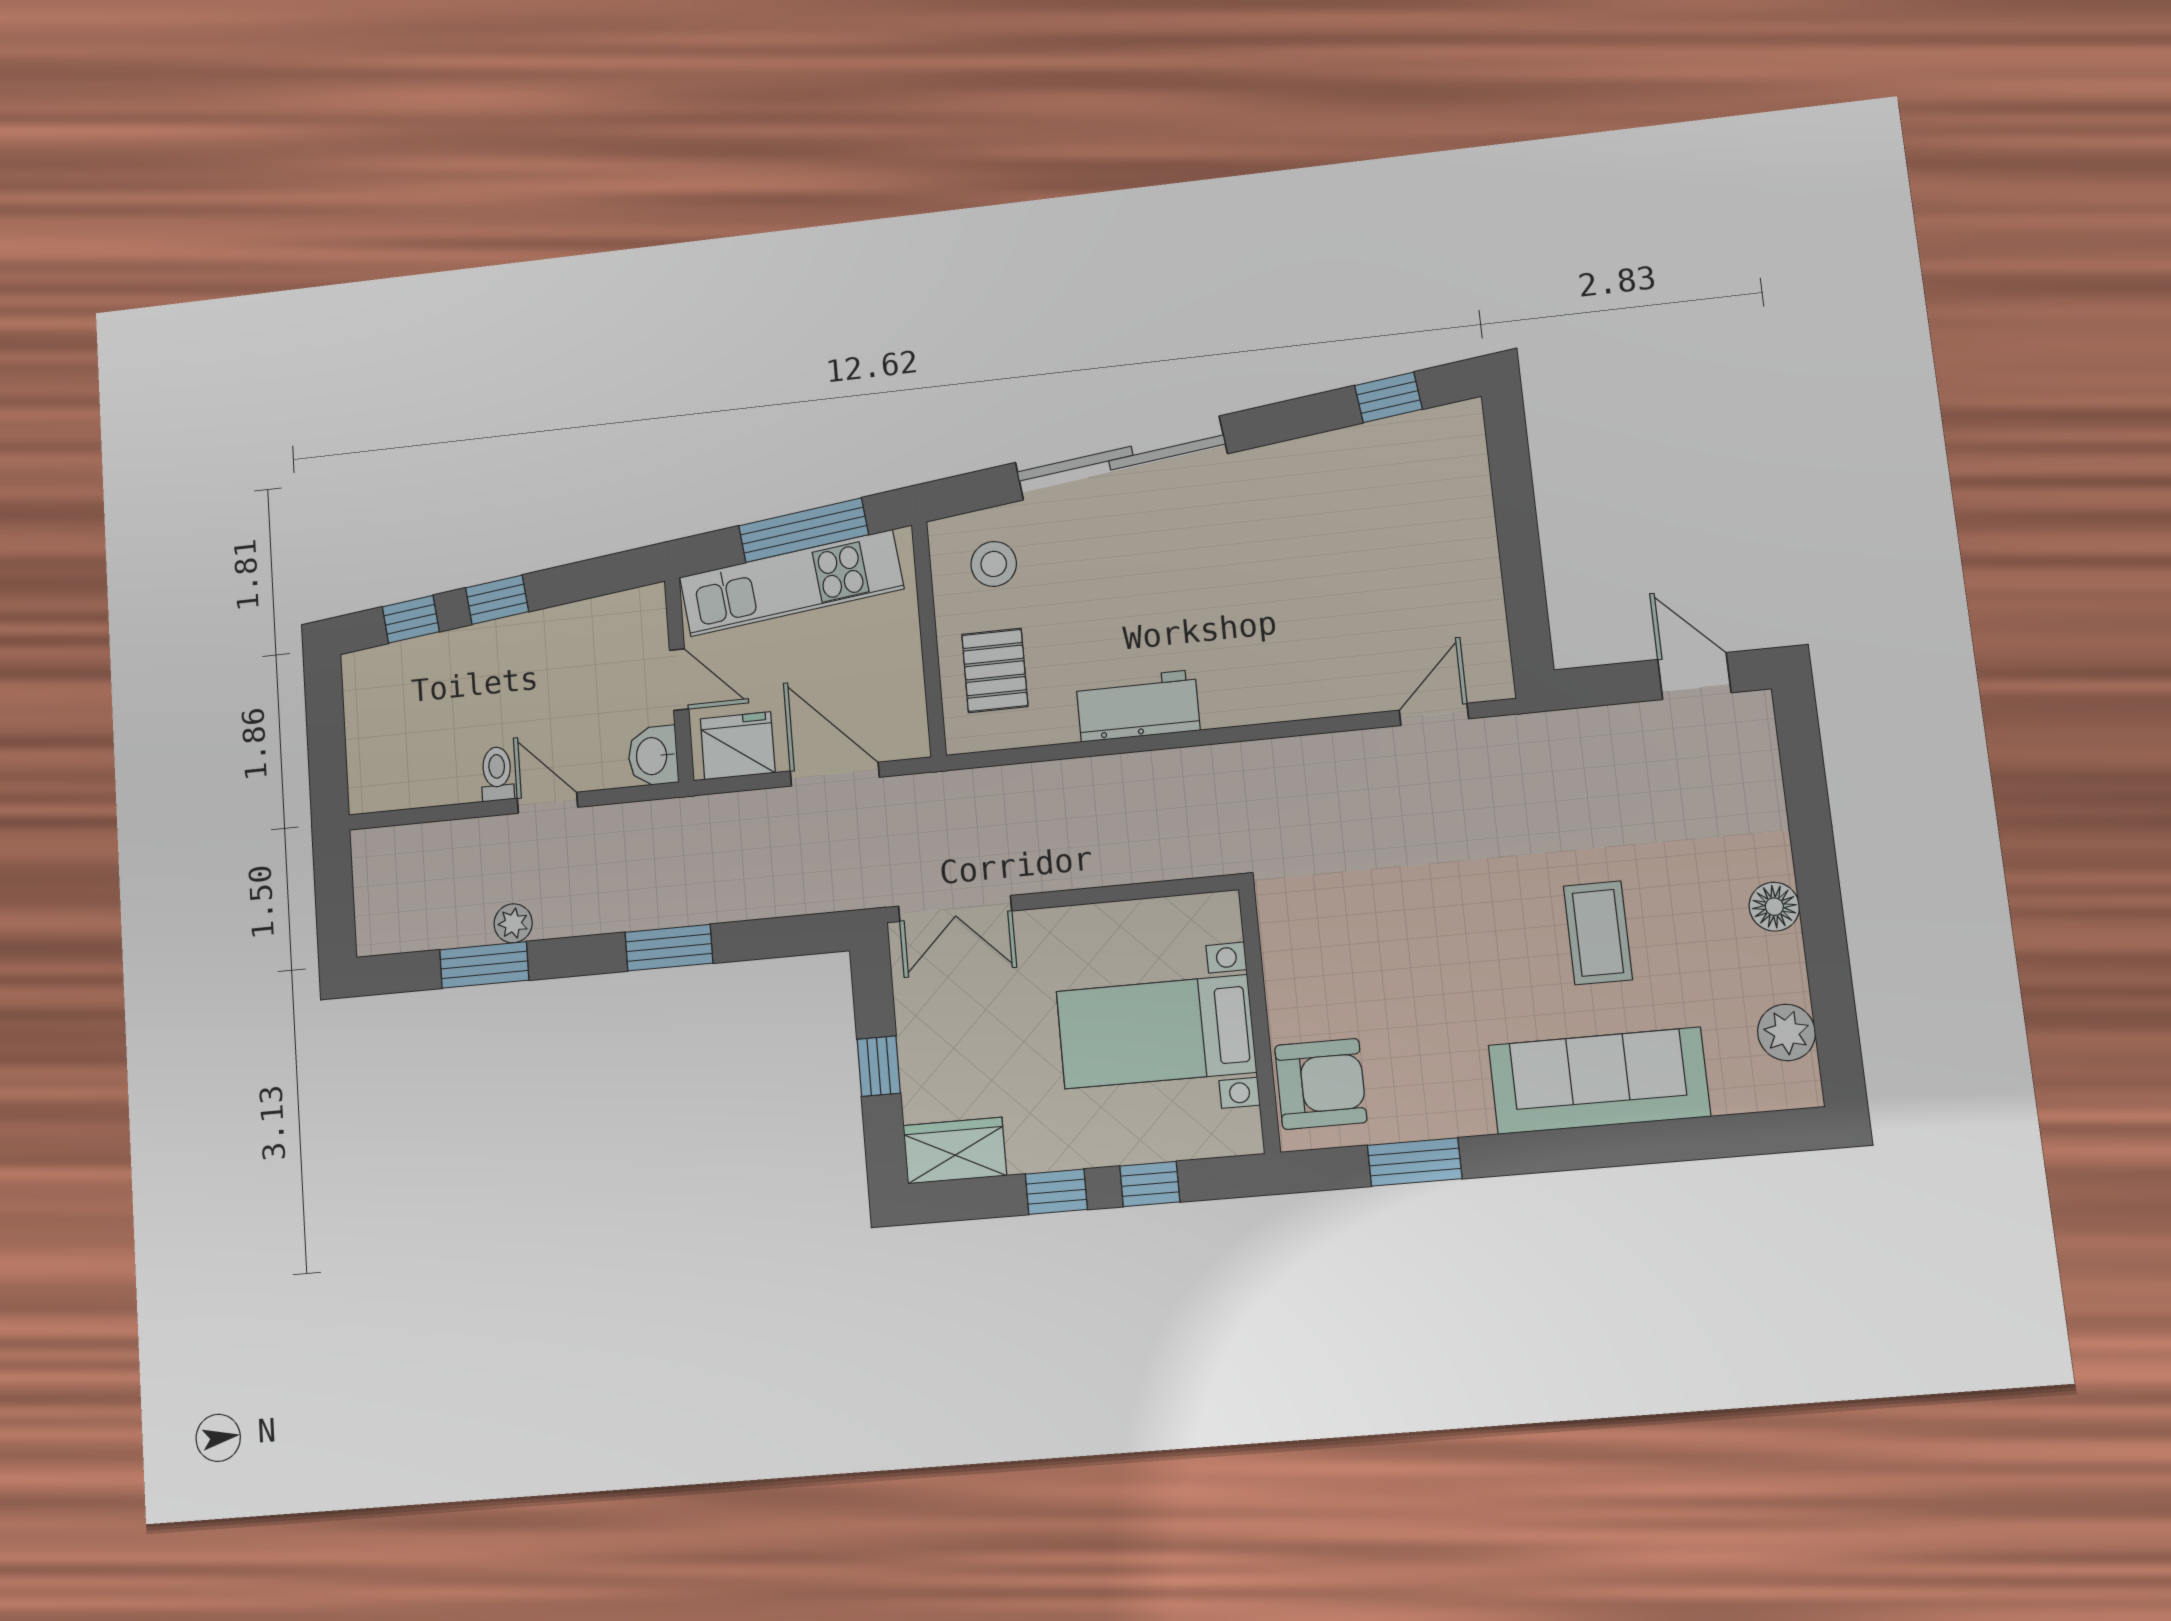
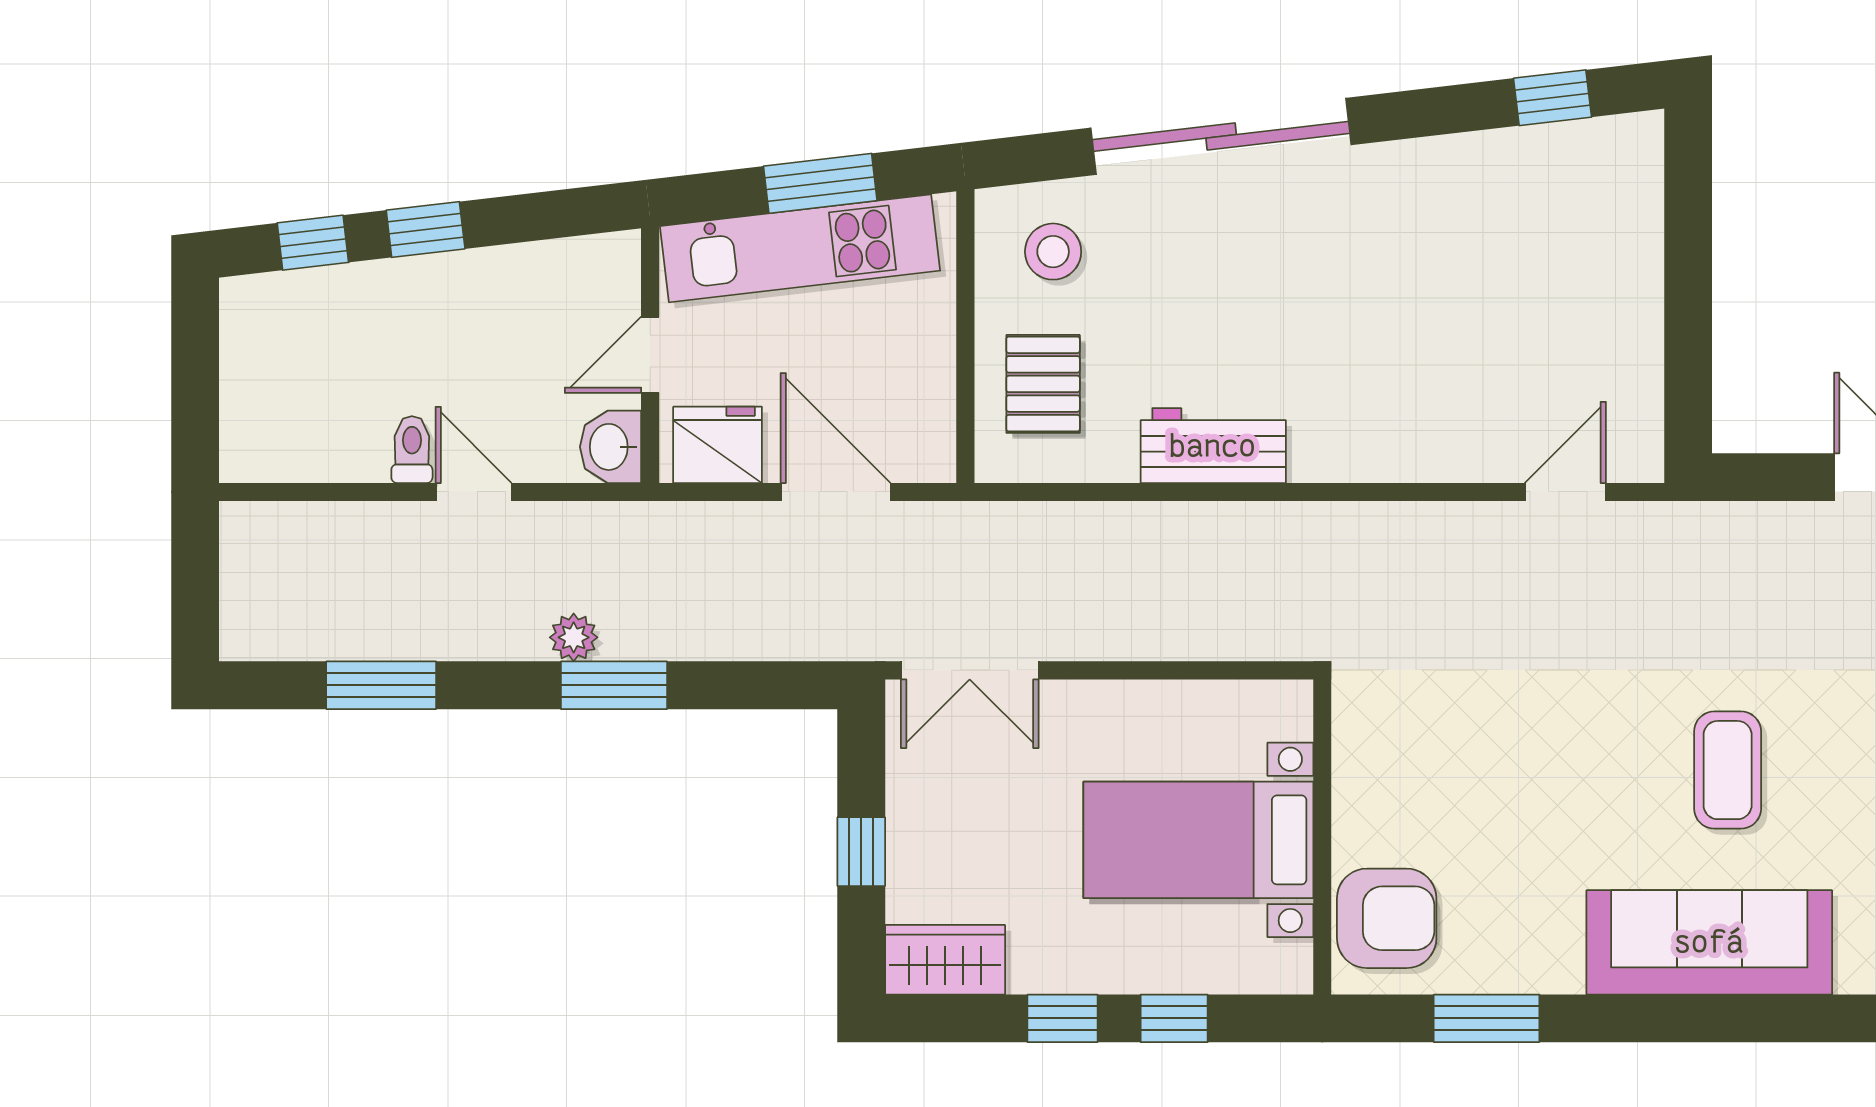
window: (804, 530) -> (820, 183), width x0.69
door: (679, 680) -> (650, 355), swing flipped
plant: (513, 923) -> (574, 637), moved

